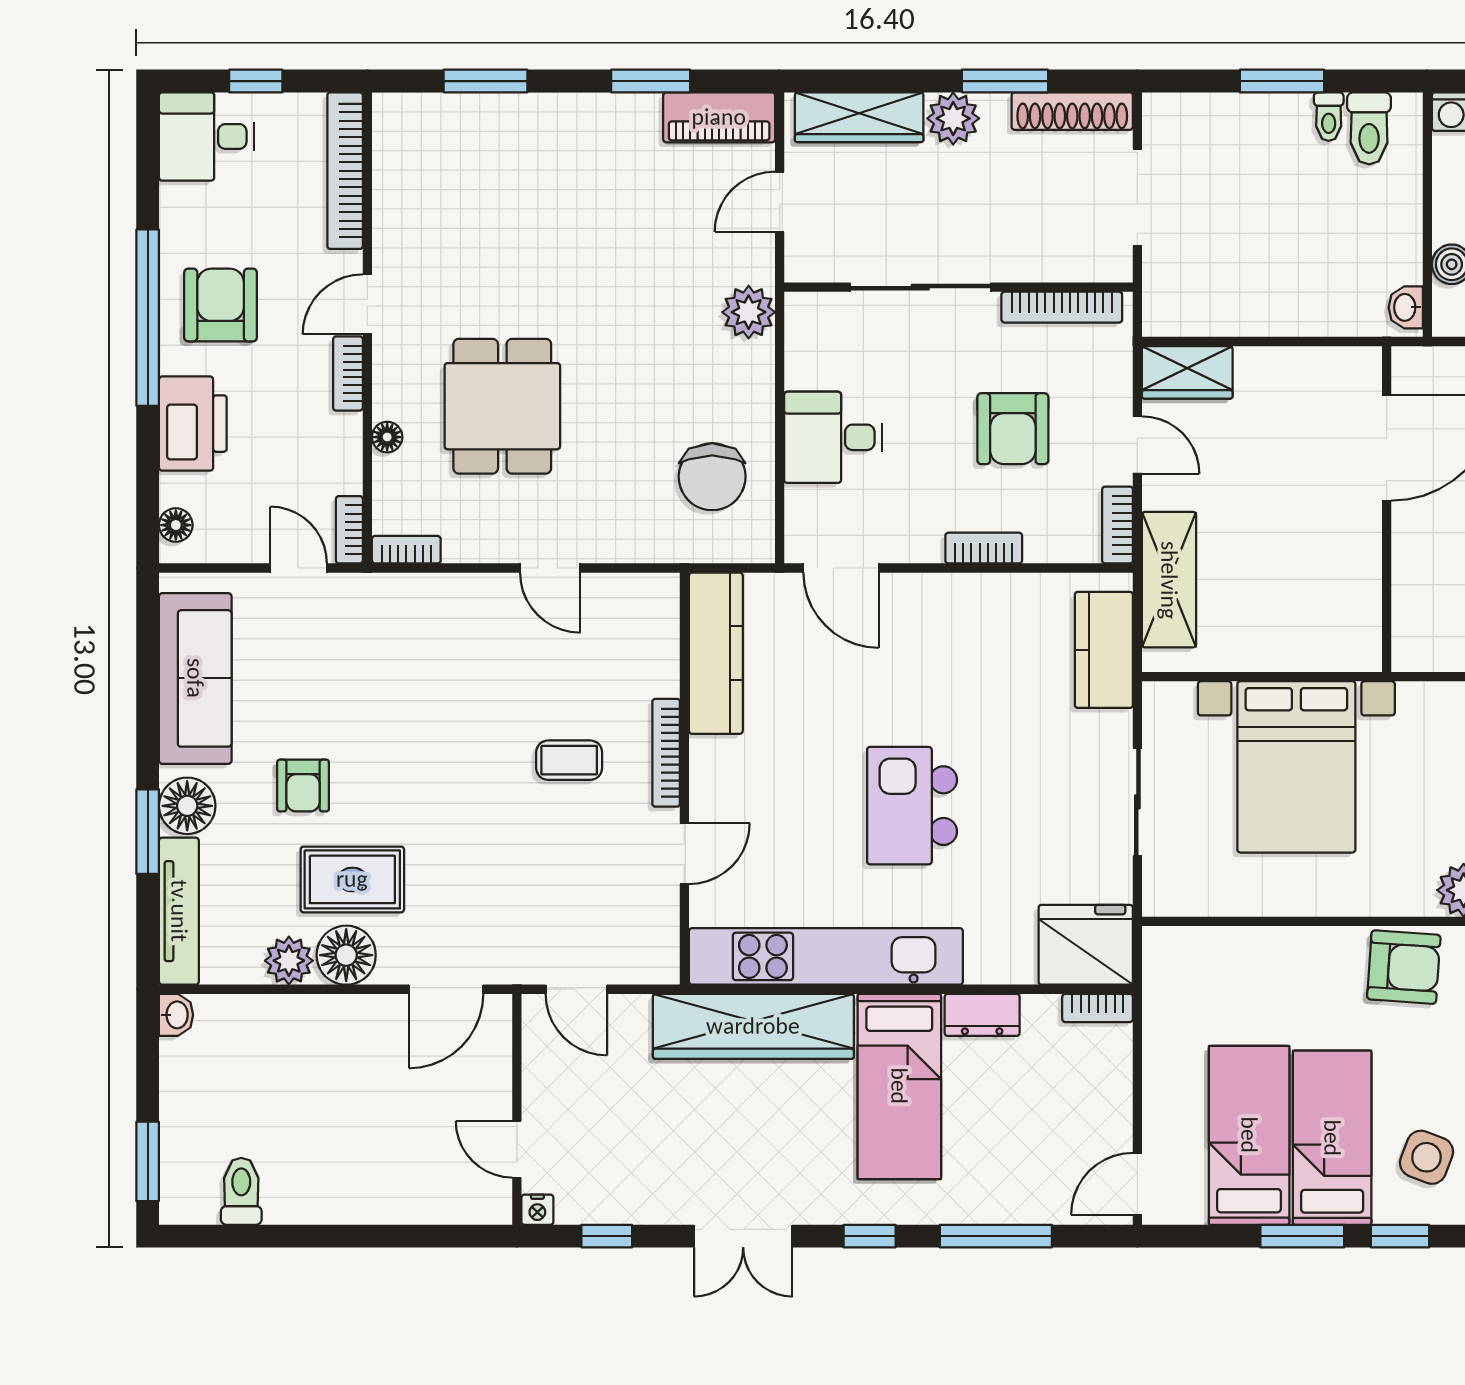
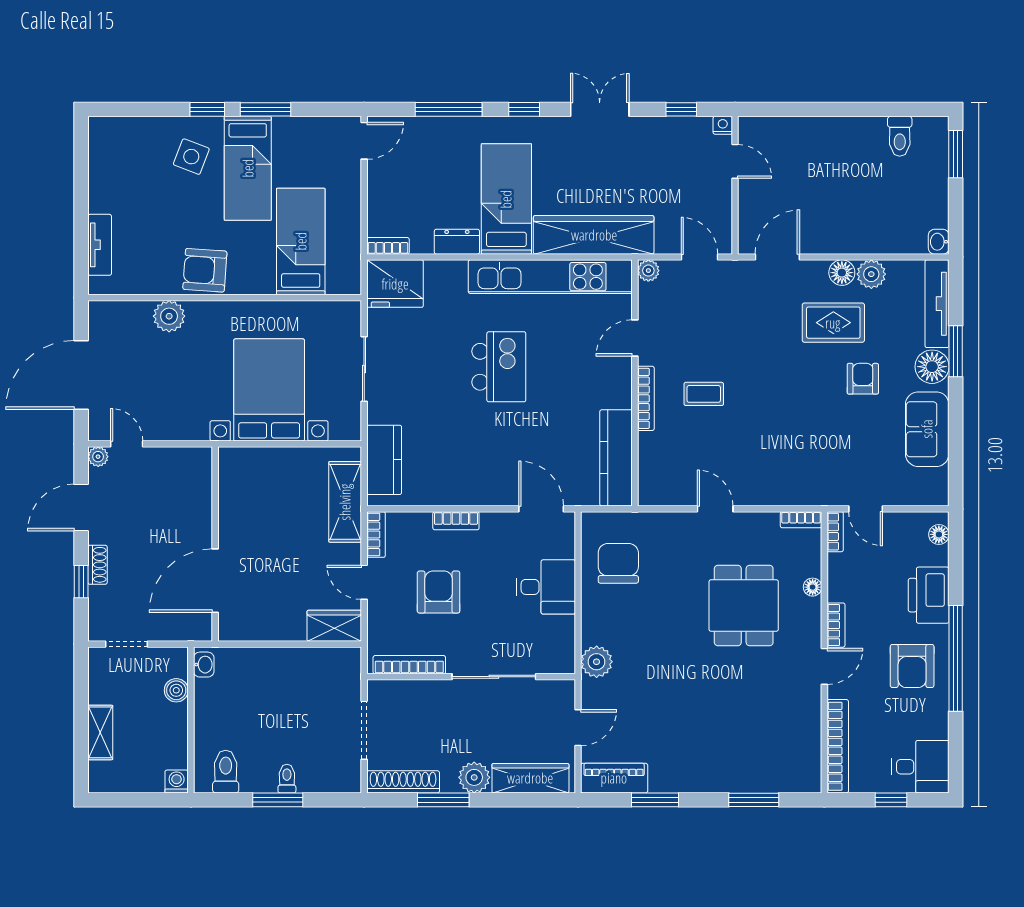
toilet: (1329, 117) -> (287, 779), moved
sofa: (195, 678) -> (927, 429), width x0.73
floor lamp: (346, 955) -> (842, 273), width x0.73, depth x0.73
plant: (662, 967) -> (648, 271), added
bed: (1249, 1135) -> (301, 241), moved, turned 180

